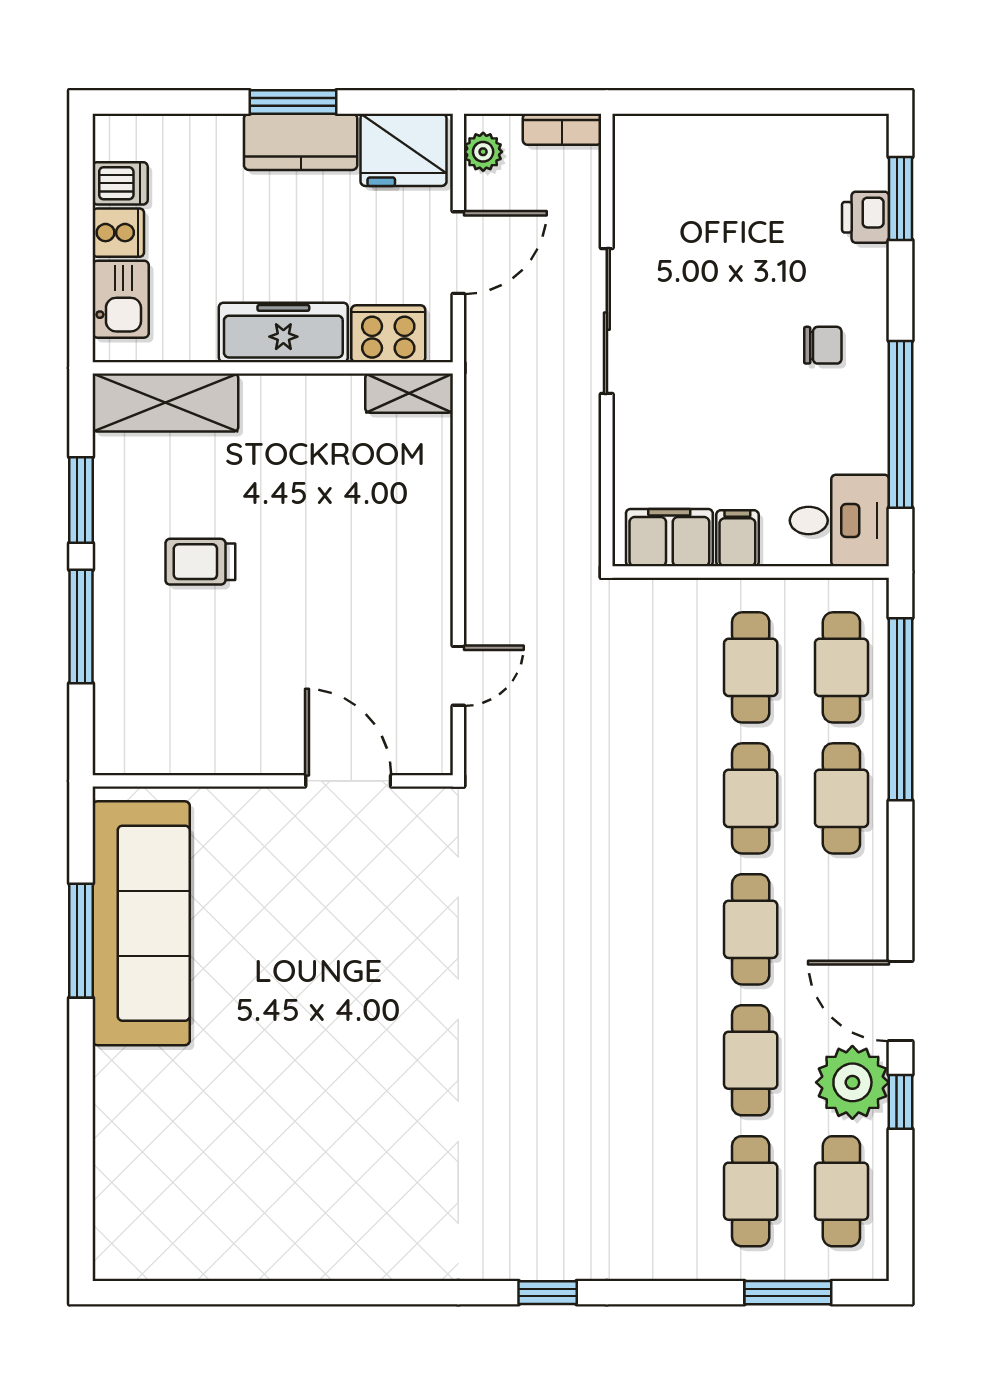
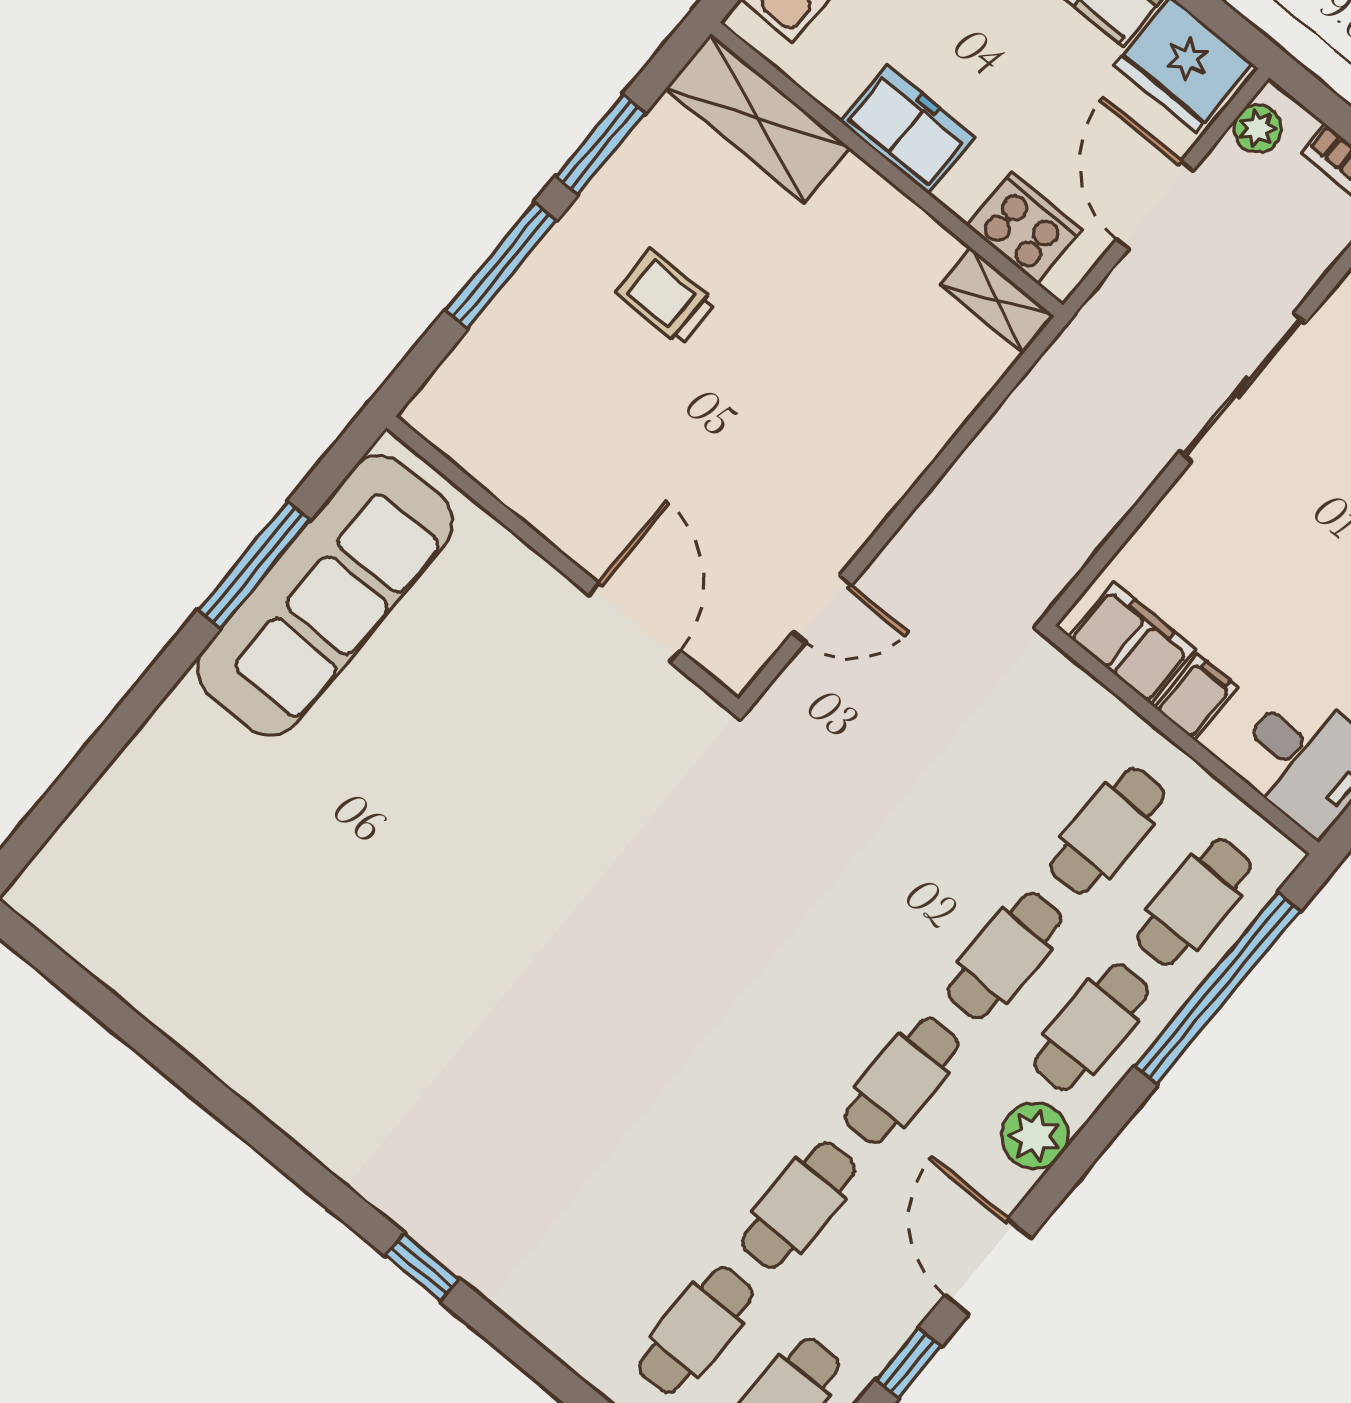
door: (458, 253) -> (1155, 205), swing flipped
freezer: (283, 332) -> (908, 129), width x0.71
plant: (852, 1082) -> (1035, 1136), moved, width x0.73, depth x0.73

